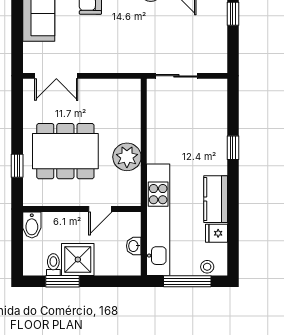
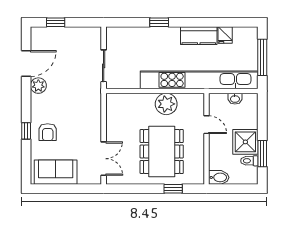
kitchen unit: (158, 220) -> (199, 80), width x1.36
stool: (207, 267) -> (251, 42), removed

